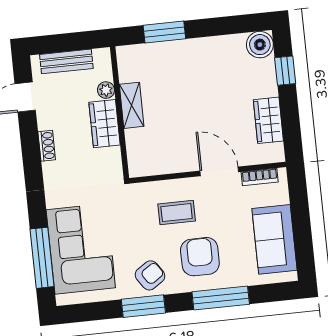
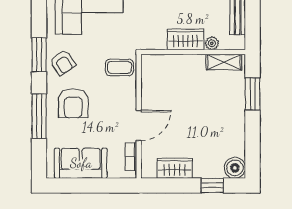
shelving: (132, 105) -> (224, 62), moved
coffee table: (177, 213) -> (119, 67), moved, turned 90
armchair: (200, 257) -> (73, 103), turned 90

